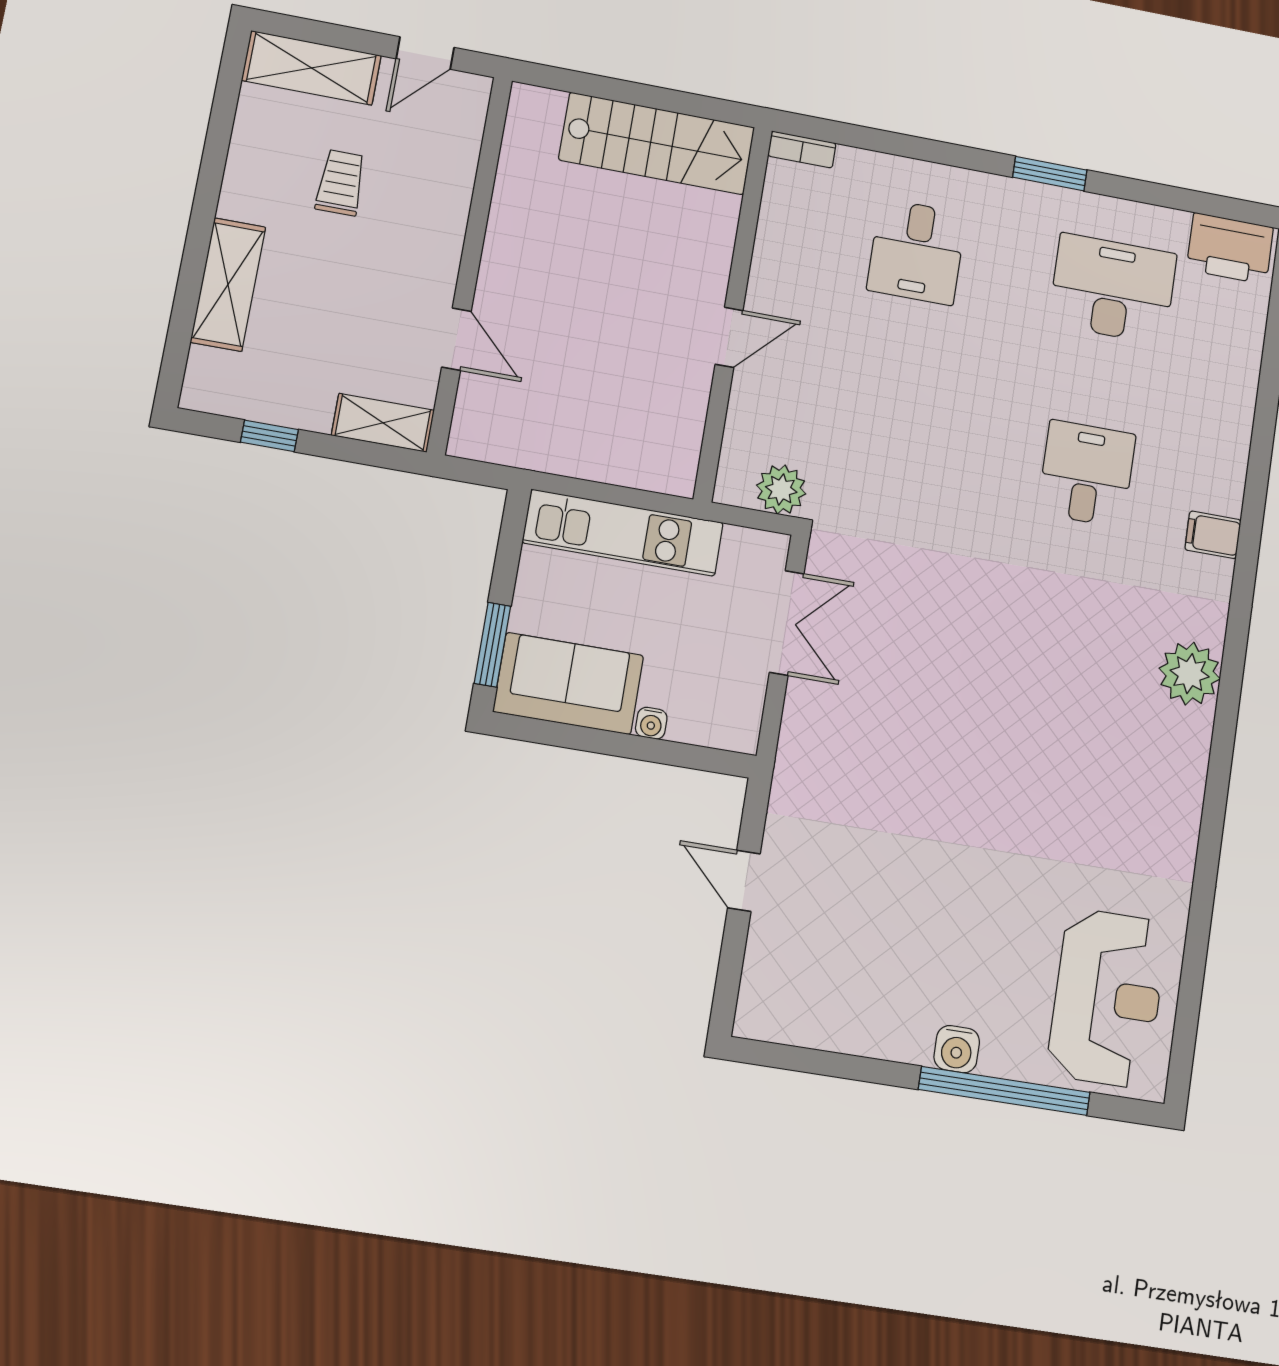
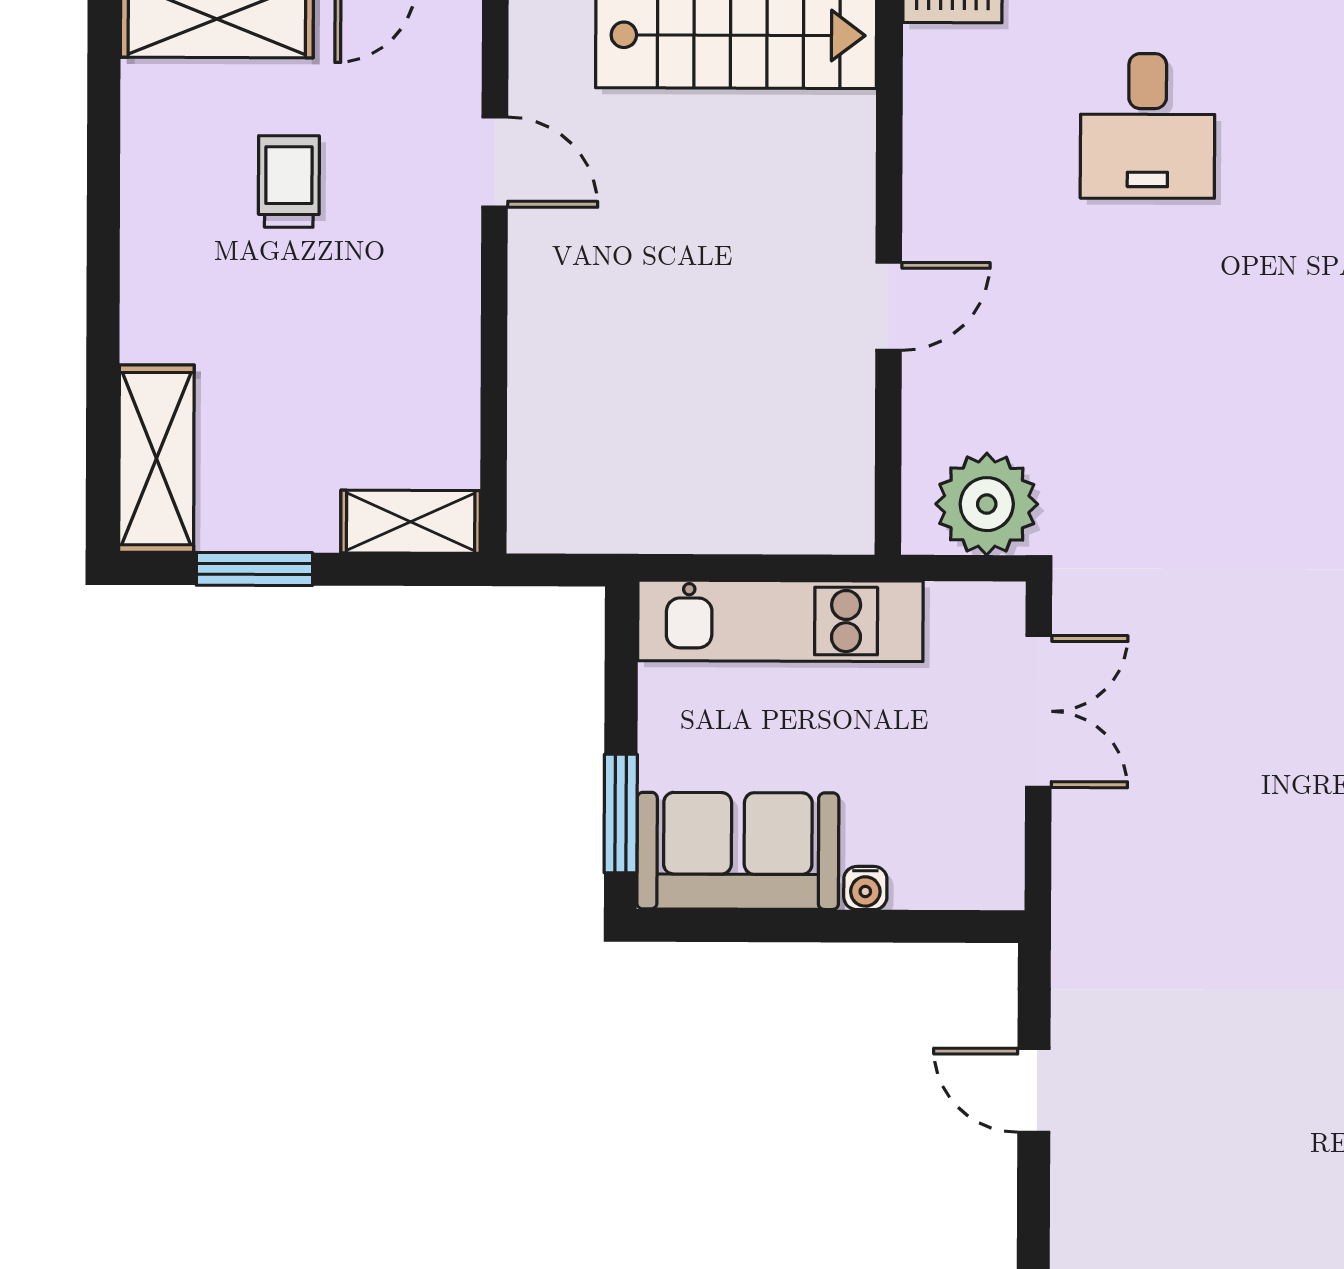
shelving: (228, 285) -> (156, 459), moved
door: (456, 339) -> (495, 162), moved
window: (269, 436) -> (254, 569), width x1.50
plant: (781, 489) -> (987, 504), width x1.36, depth x1.36

